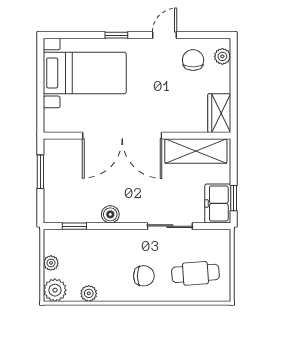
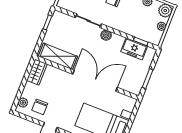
freezer: (218, 203) -> (134, 49), moved, turned 90
boiler: (110, 214) -> (106, 35), moved

